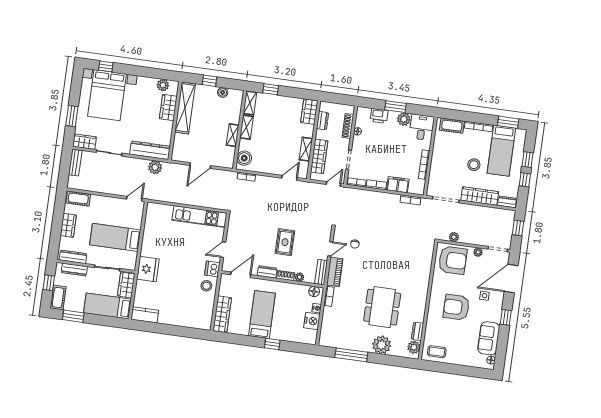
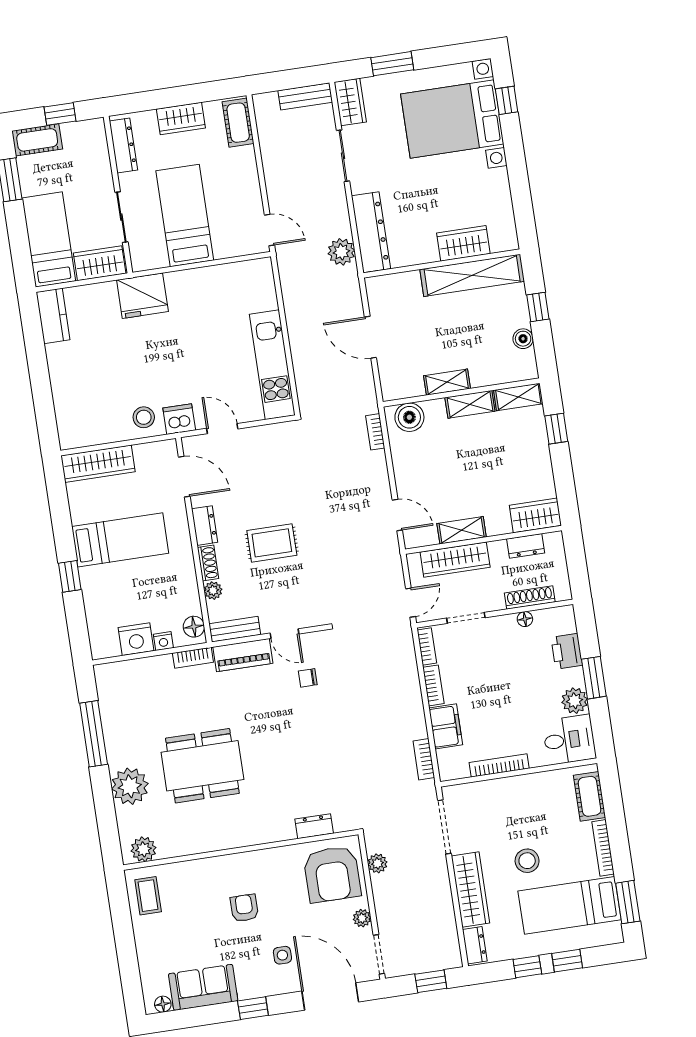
plant: (163, 85) -> (503, 220), removed
door: (333, 184) -> (411, 603), hinge flipped
dresser: (74, 270) -> (100, 155), removed
armchair: (456, 307) -> (244, 908), width x0.53, depth x0.53
dresser: (417, 331) -> (314, 826), moved

